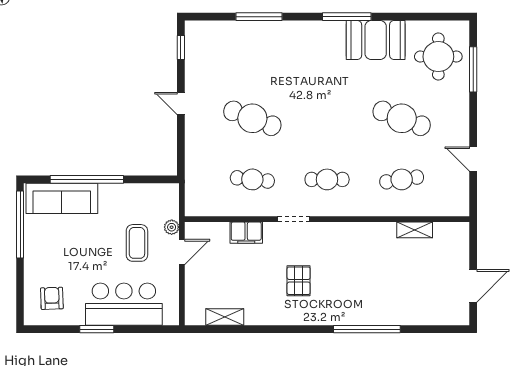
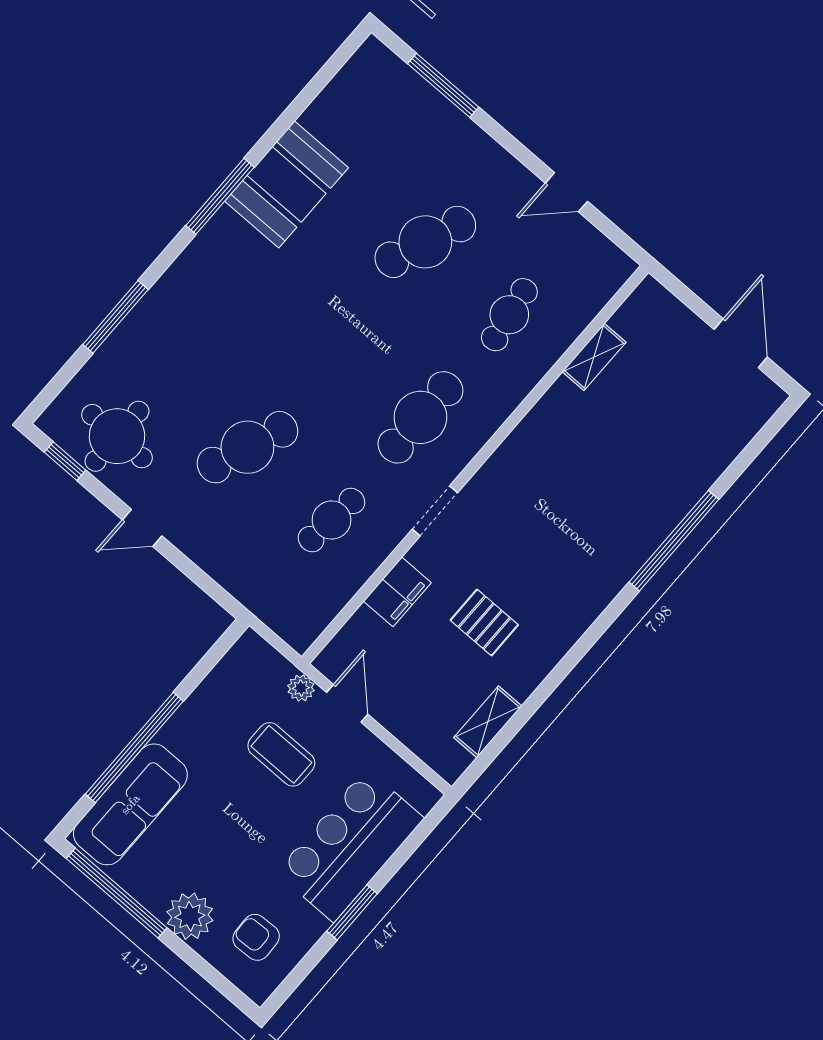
round table: (438, 57) -> (117, 436), moved
cafe table: (327, 179) -> (420, 417), width x1.37, depth x1.35
plant: (37, 263) -> (190, 916), added
pallet: (299, 281) -> (484, 623), moved

